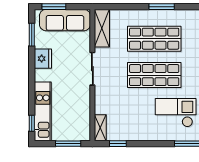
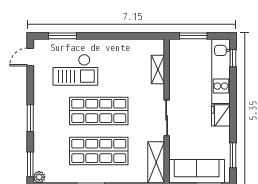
fridge: (43, 59) -> (221, 115), moved
shelving: (100, 128) -> (158, 70), moved
window: (118, 144) -> (139, 36), removed

